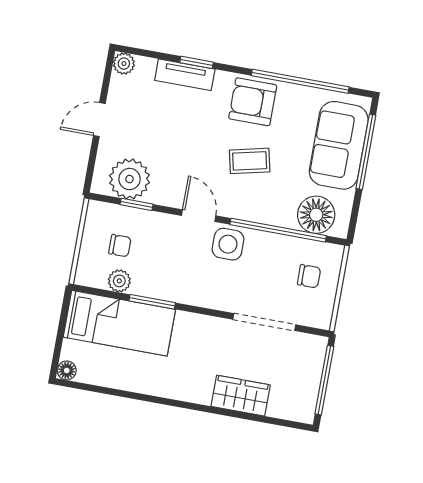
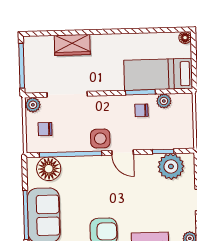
coffee table: (250, 161) -> (98, 194), removed
chair: (120, 246) -> (141, 110), moved
plant: (320, 317) -> (33, 105), added

